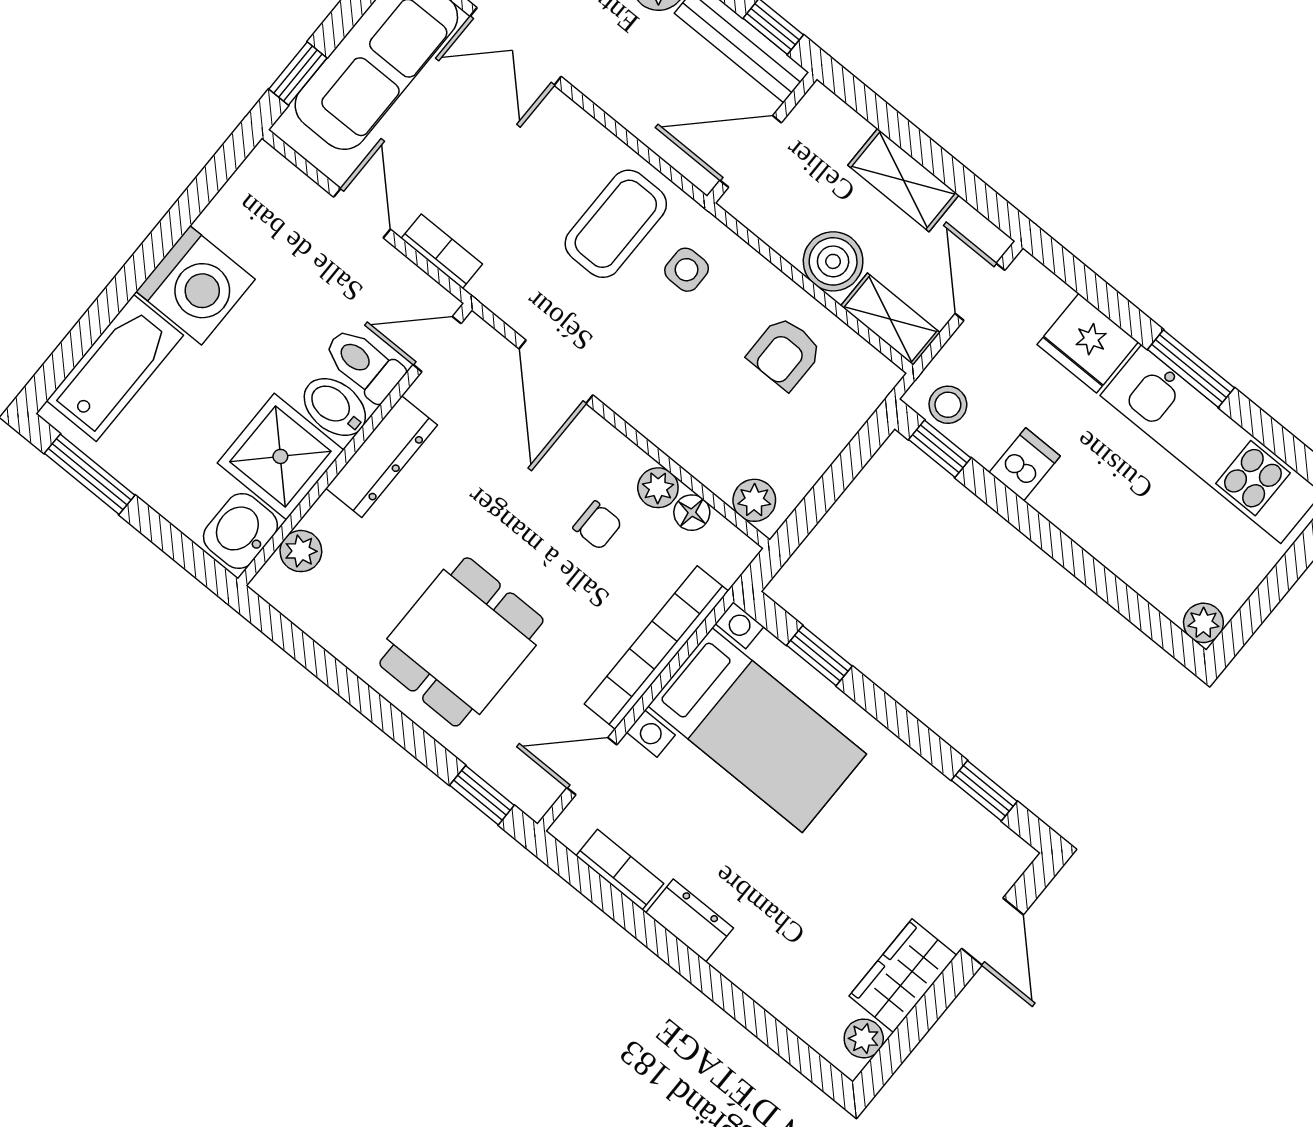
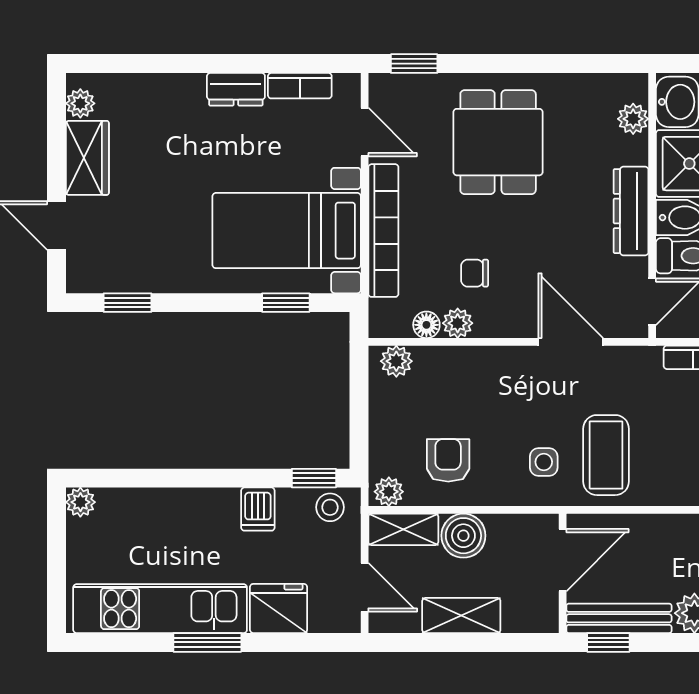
plant: (873, 371) -> (389, 492), added
door: (592, 766) -> (365, 132), hinge flipped

